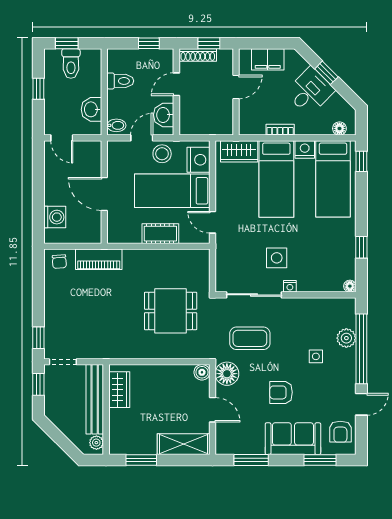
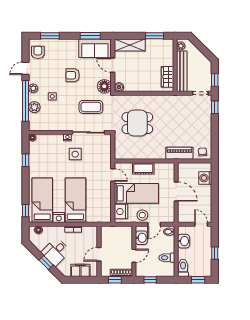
toilet: (71, 64) -> (183, 268), moved
wardrobe: (239, 151) -> (97, 216), removed
plant: (348, 370) -> (33, 88), added
armchair: (281, 392) -> (73, 75), turned 180
sofa: (293, 439) -> (95, 48), moved

